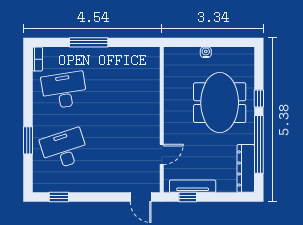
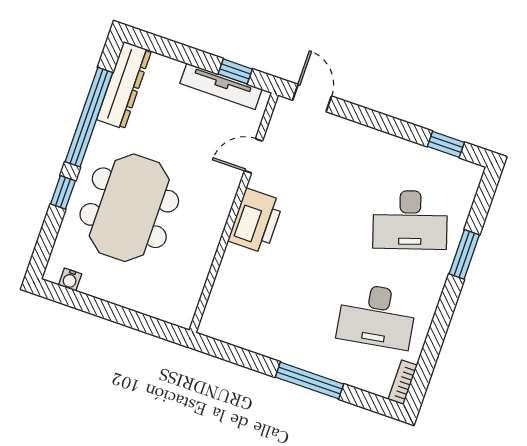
water cooler: (206, 52) -> (70, 280), moved
printer: (148, 119) -> (256, 221), added

